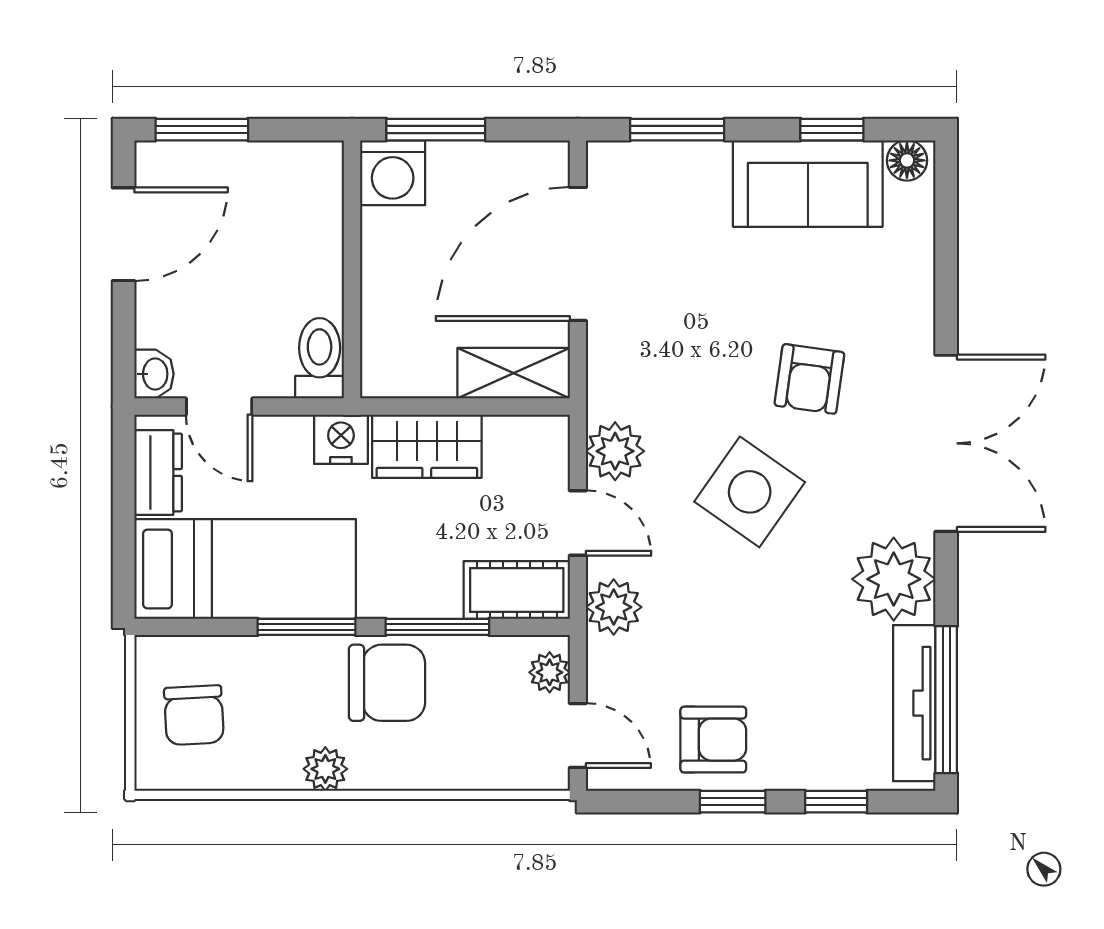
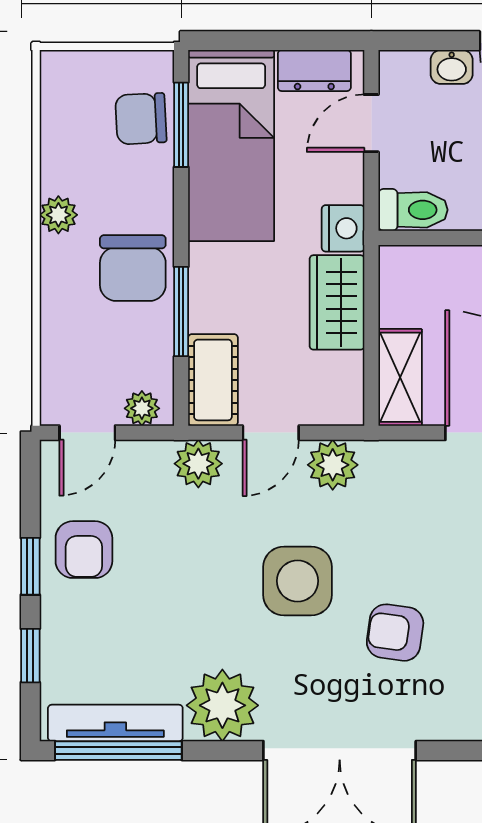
washbasin: (154, 374) -> (452, 67), moved
side table: (750, 492) -> (298, 581), turned -35
window: (307, 627) -> (181, 125), moved
chair: (194, 715) -> (141, 119), moved

